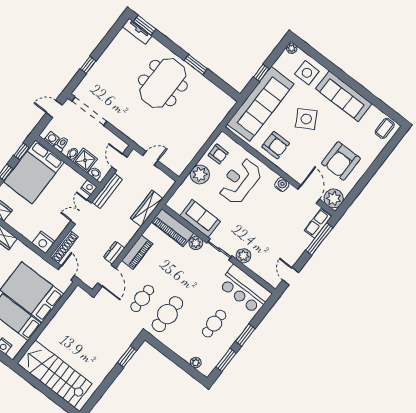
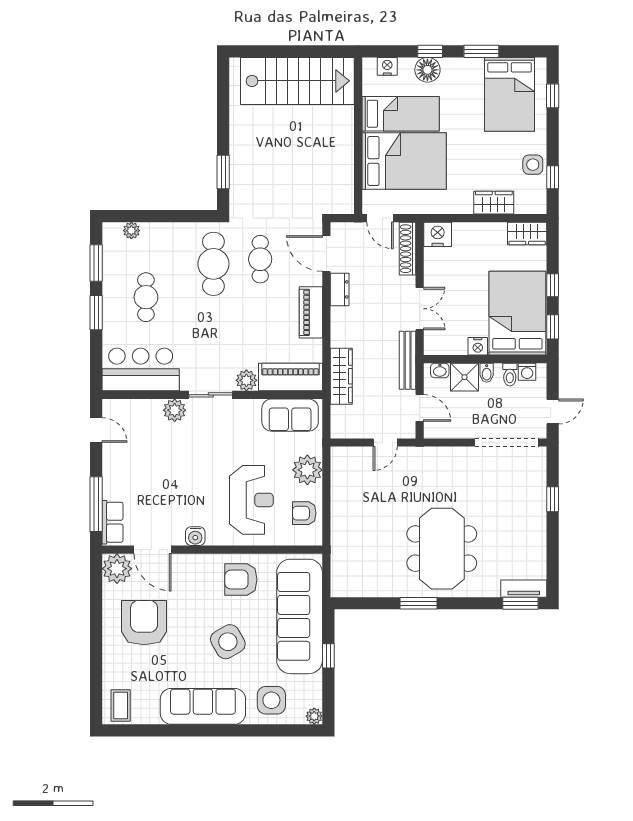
nightstand: (89, 188) -> (478, 346), moved
sofa: (200, 218) -> (290, 415), moved

